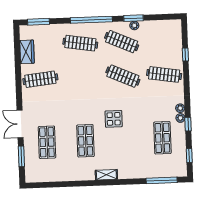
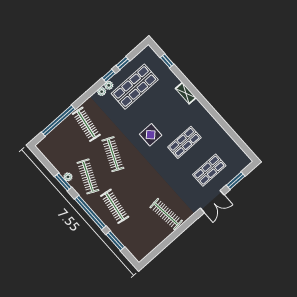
window: (38, 22) -> (115, 241), moved
wardrobe: (27, 52) -> (154, 241), removed
window: (185, 55) -> (58, 121), width x3.17
shop shelf: (162, 138) -> (135, 87), width x1.43, depth x1.36
window: (189, 156) -> (123, 63), moved
shelving: (106, 175) -> (186, 93), moved
window: (162, 180) -> (167, 61), width x0.46

